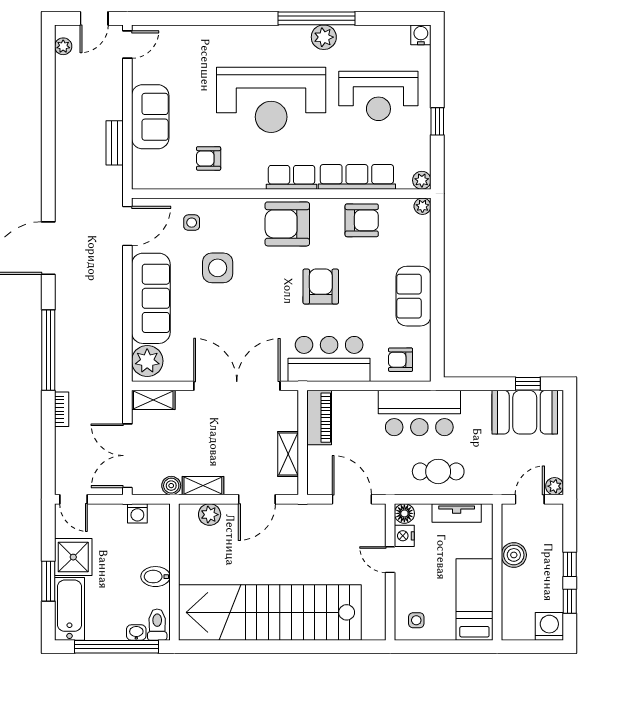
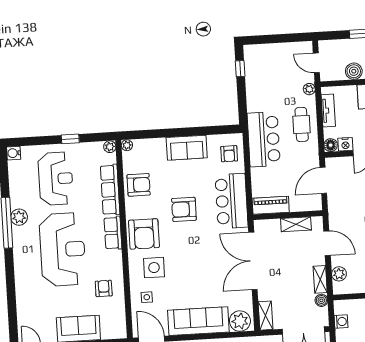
armchair: (209, 158) -> (104, 288), turned 180
armchair: (362, 220) -> (139, 185), turned 90
side table: (218, 268) -> (154, 268), moved
booth: (525, 412) -> (259, 70), removed
plant: (555, 486) -> (309, 89), moved

